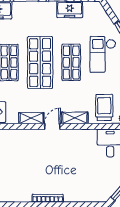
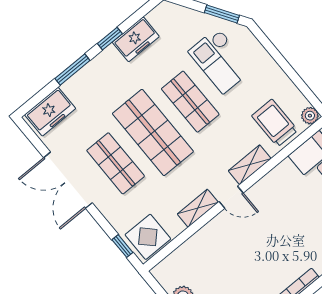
door: (52, 126) -> (231, 197), swing flipped

